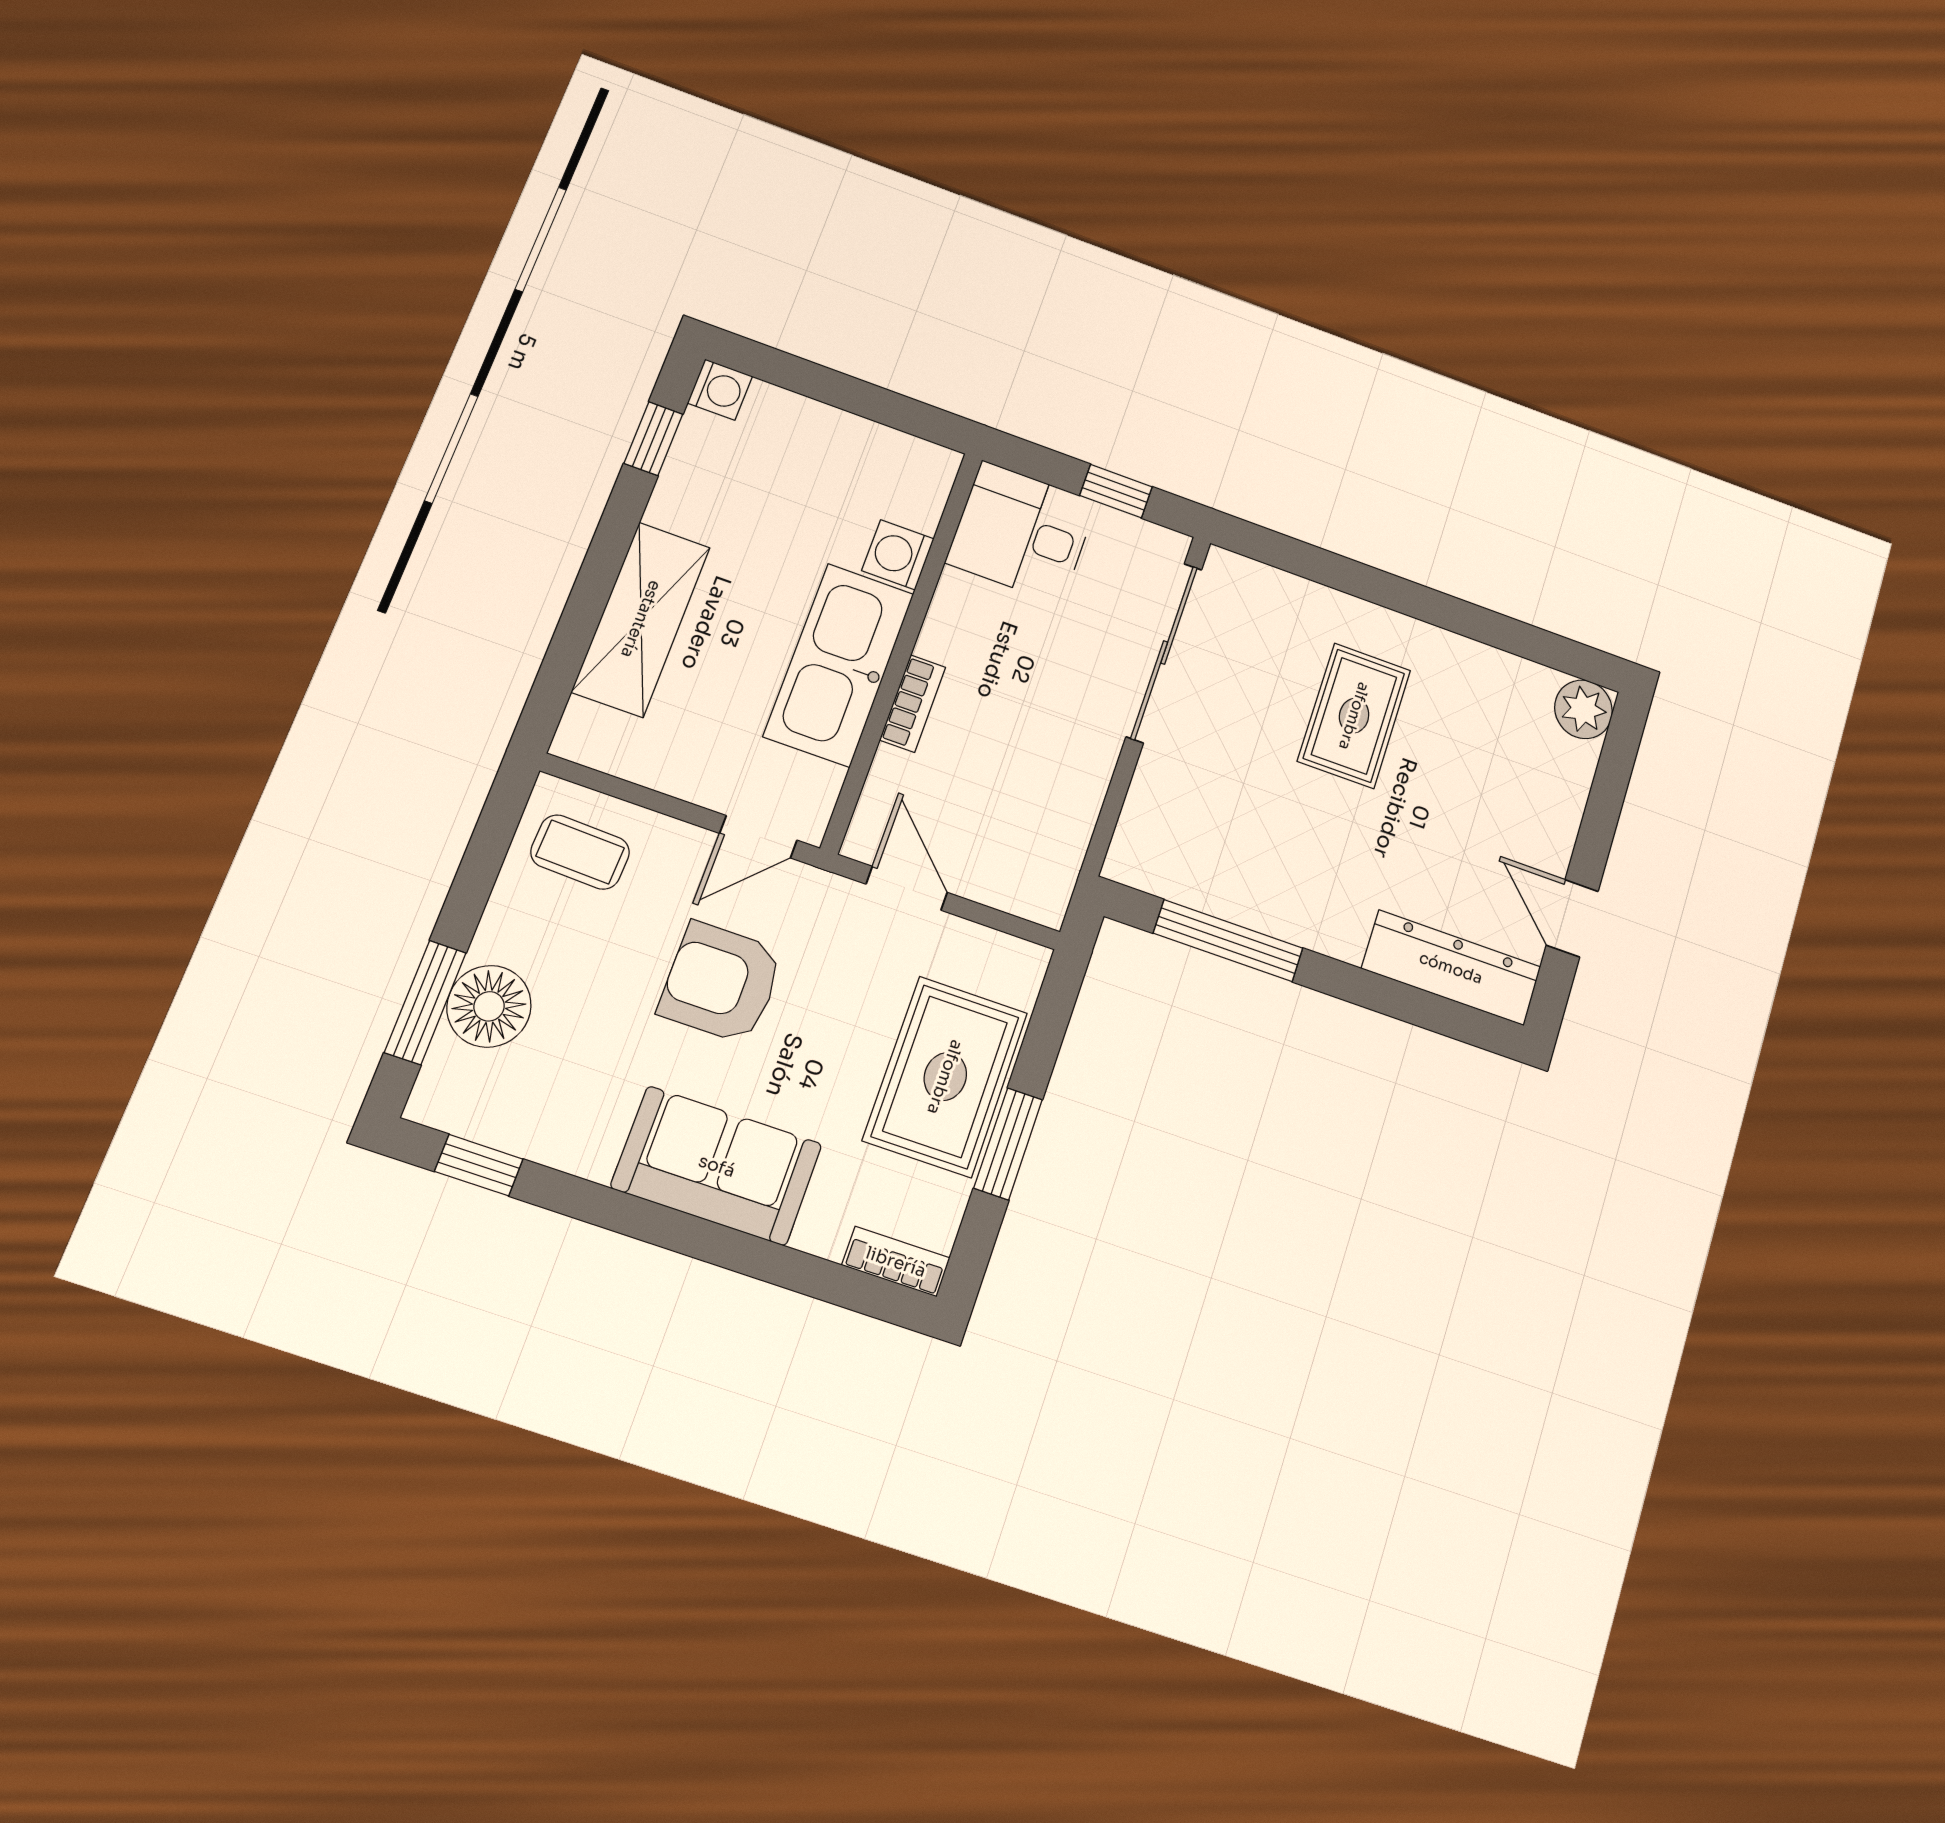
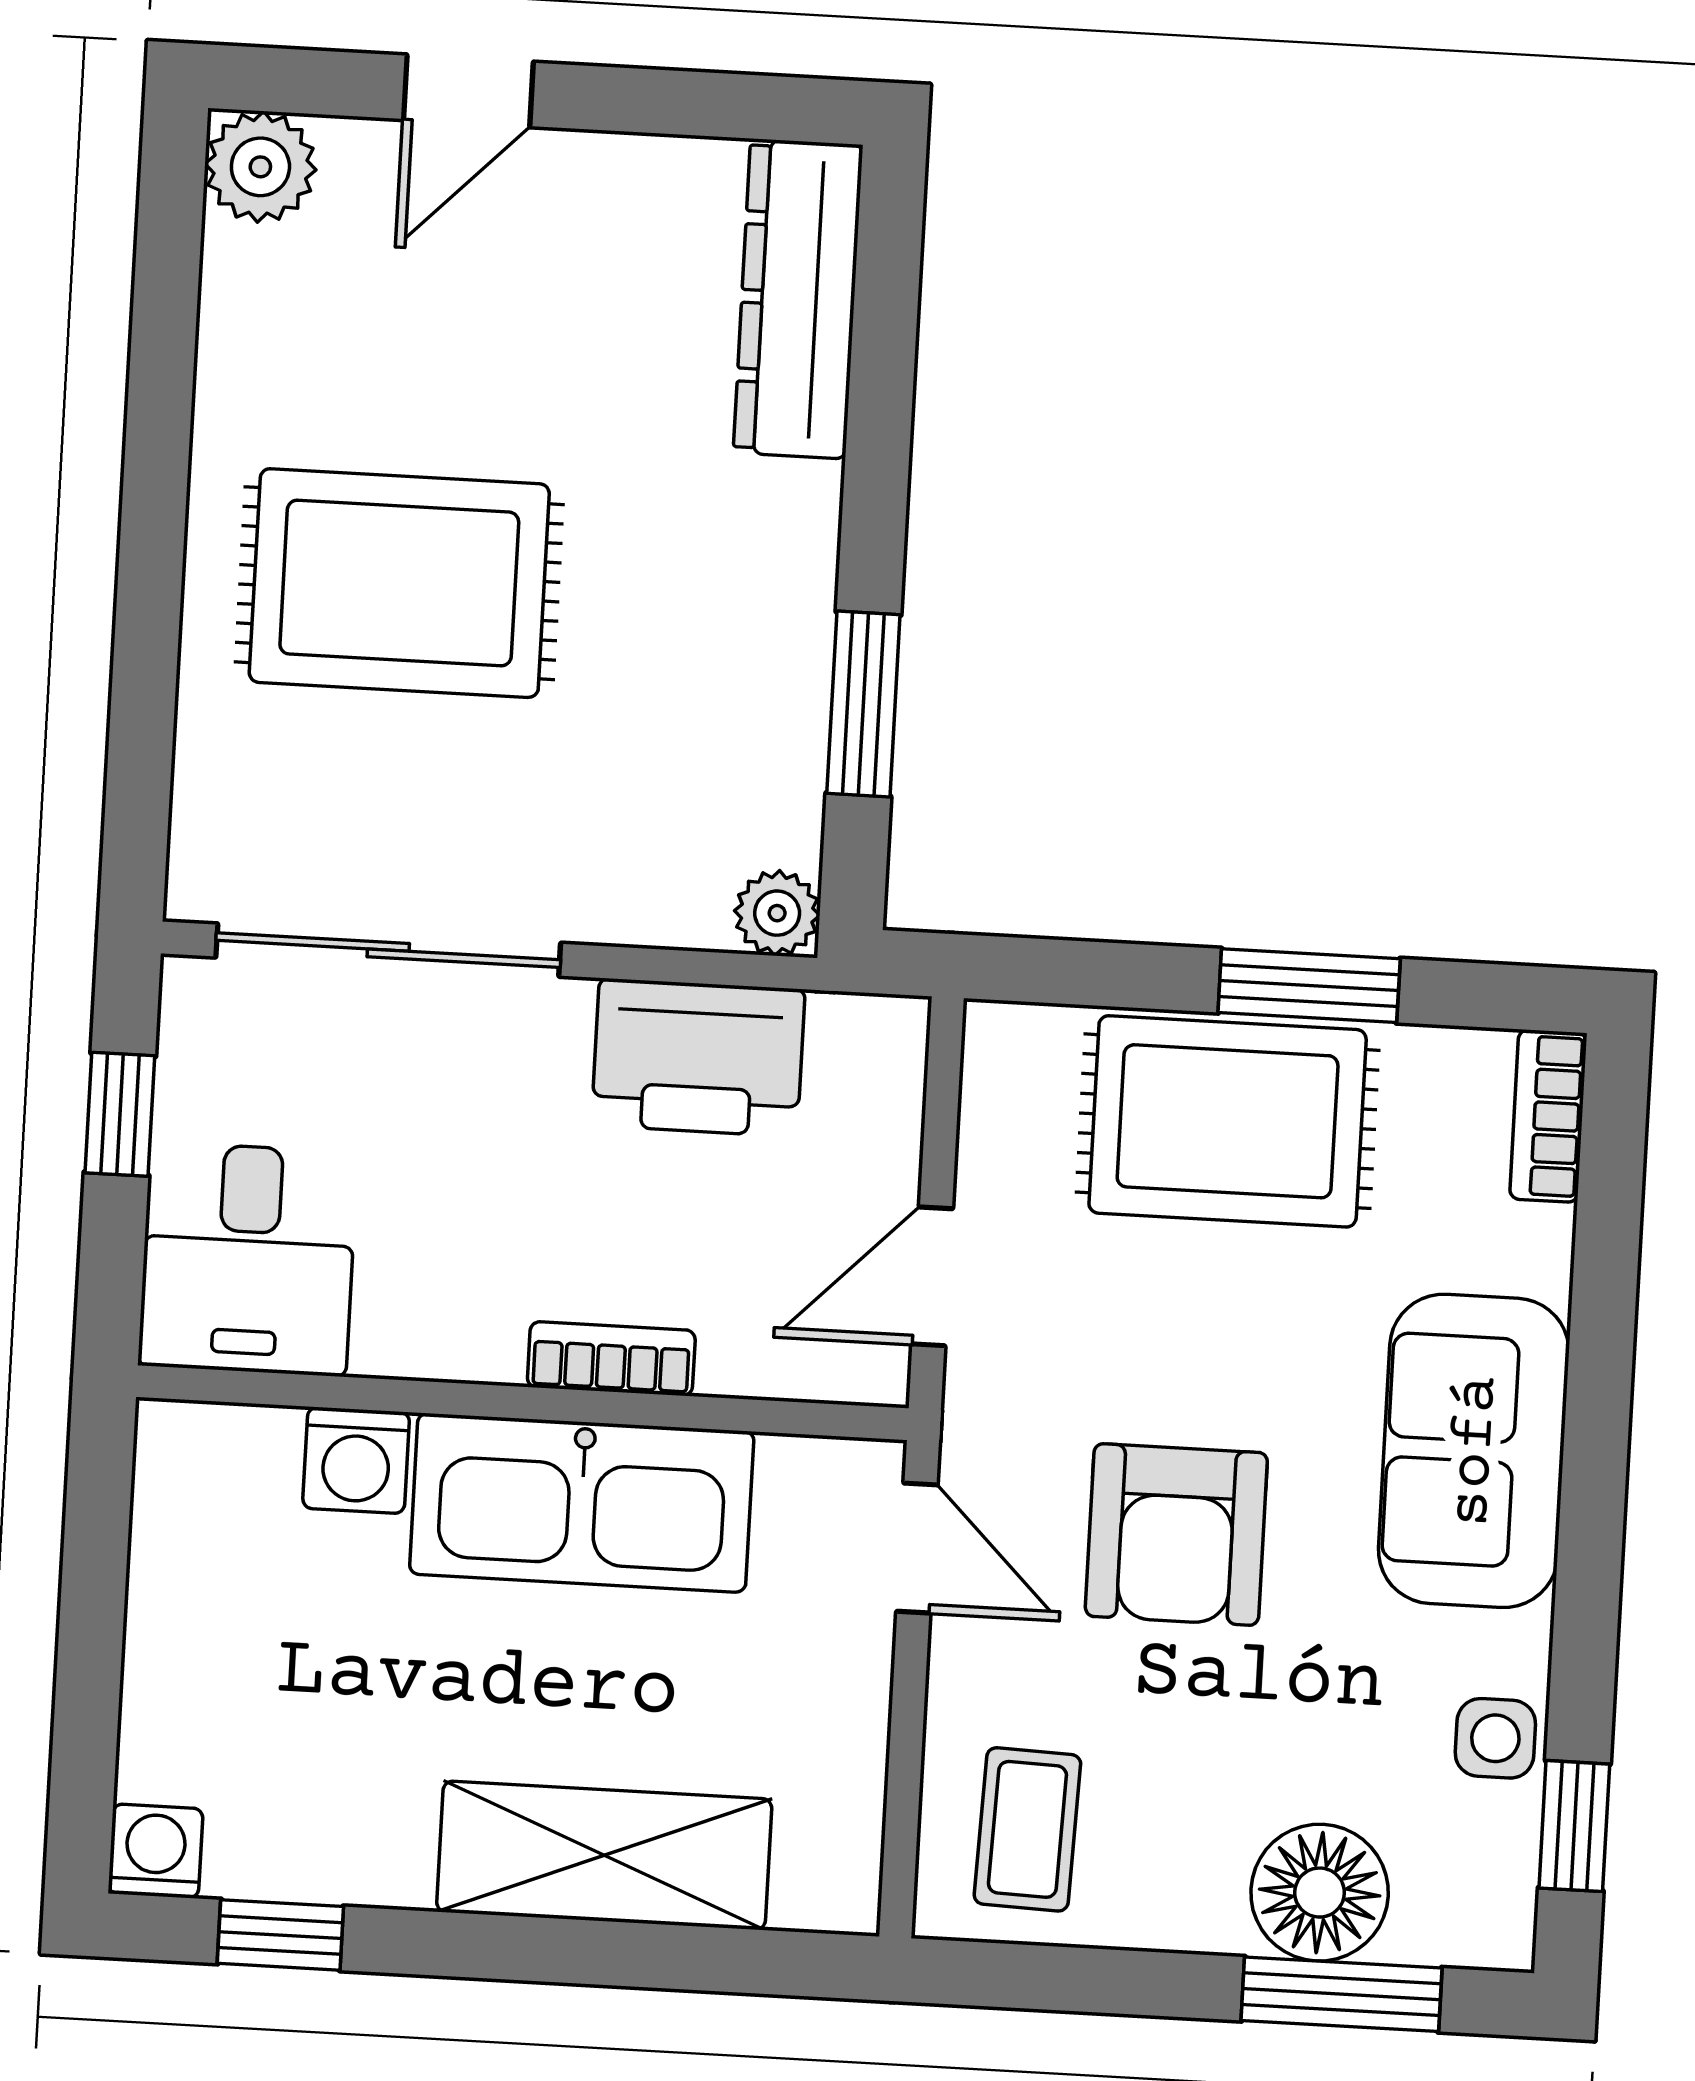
rug: (1354, 716) -> (399, 583), width x1.36, depth x1.43
printer: (1062, 797) -> (698, 1057), added
plant: (1128, 862) -> (777, 913), added
door: (1572, 918) -> (468, 91), moved
window: (1228, 941) -> (863, 704), width x0.69
side table: (546, 1133) -> (1495, 1738), added

